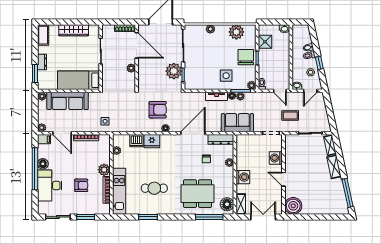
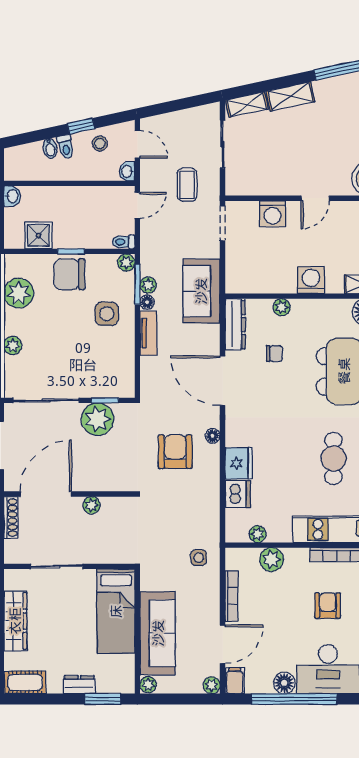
plant: (104, 170) -> (272, 560), moved

